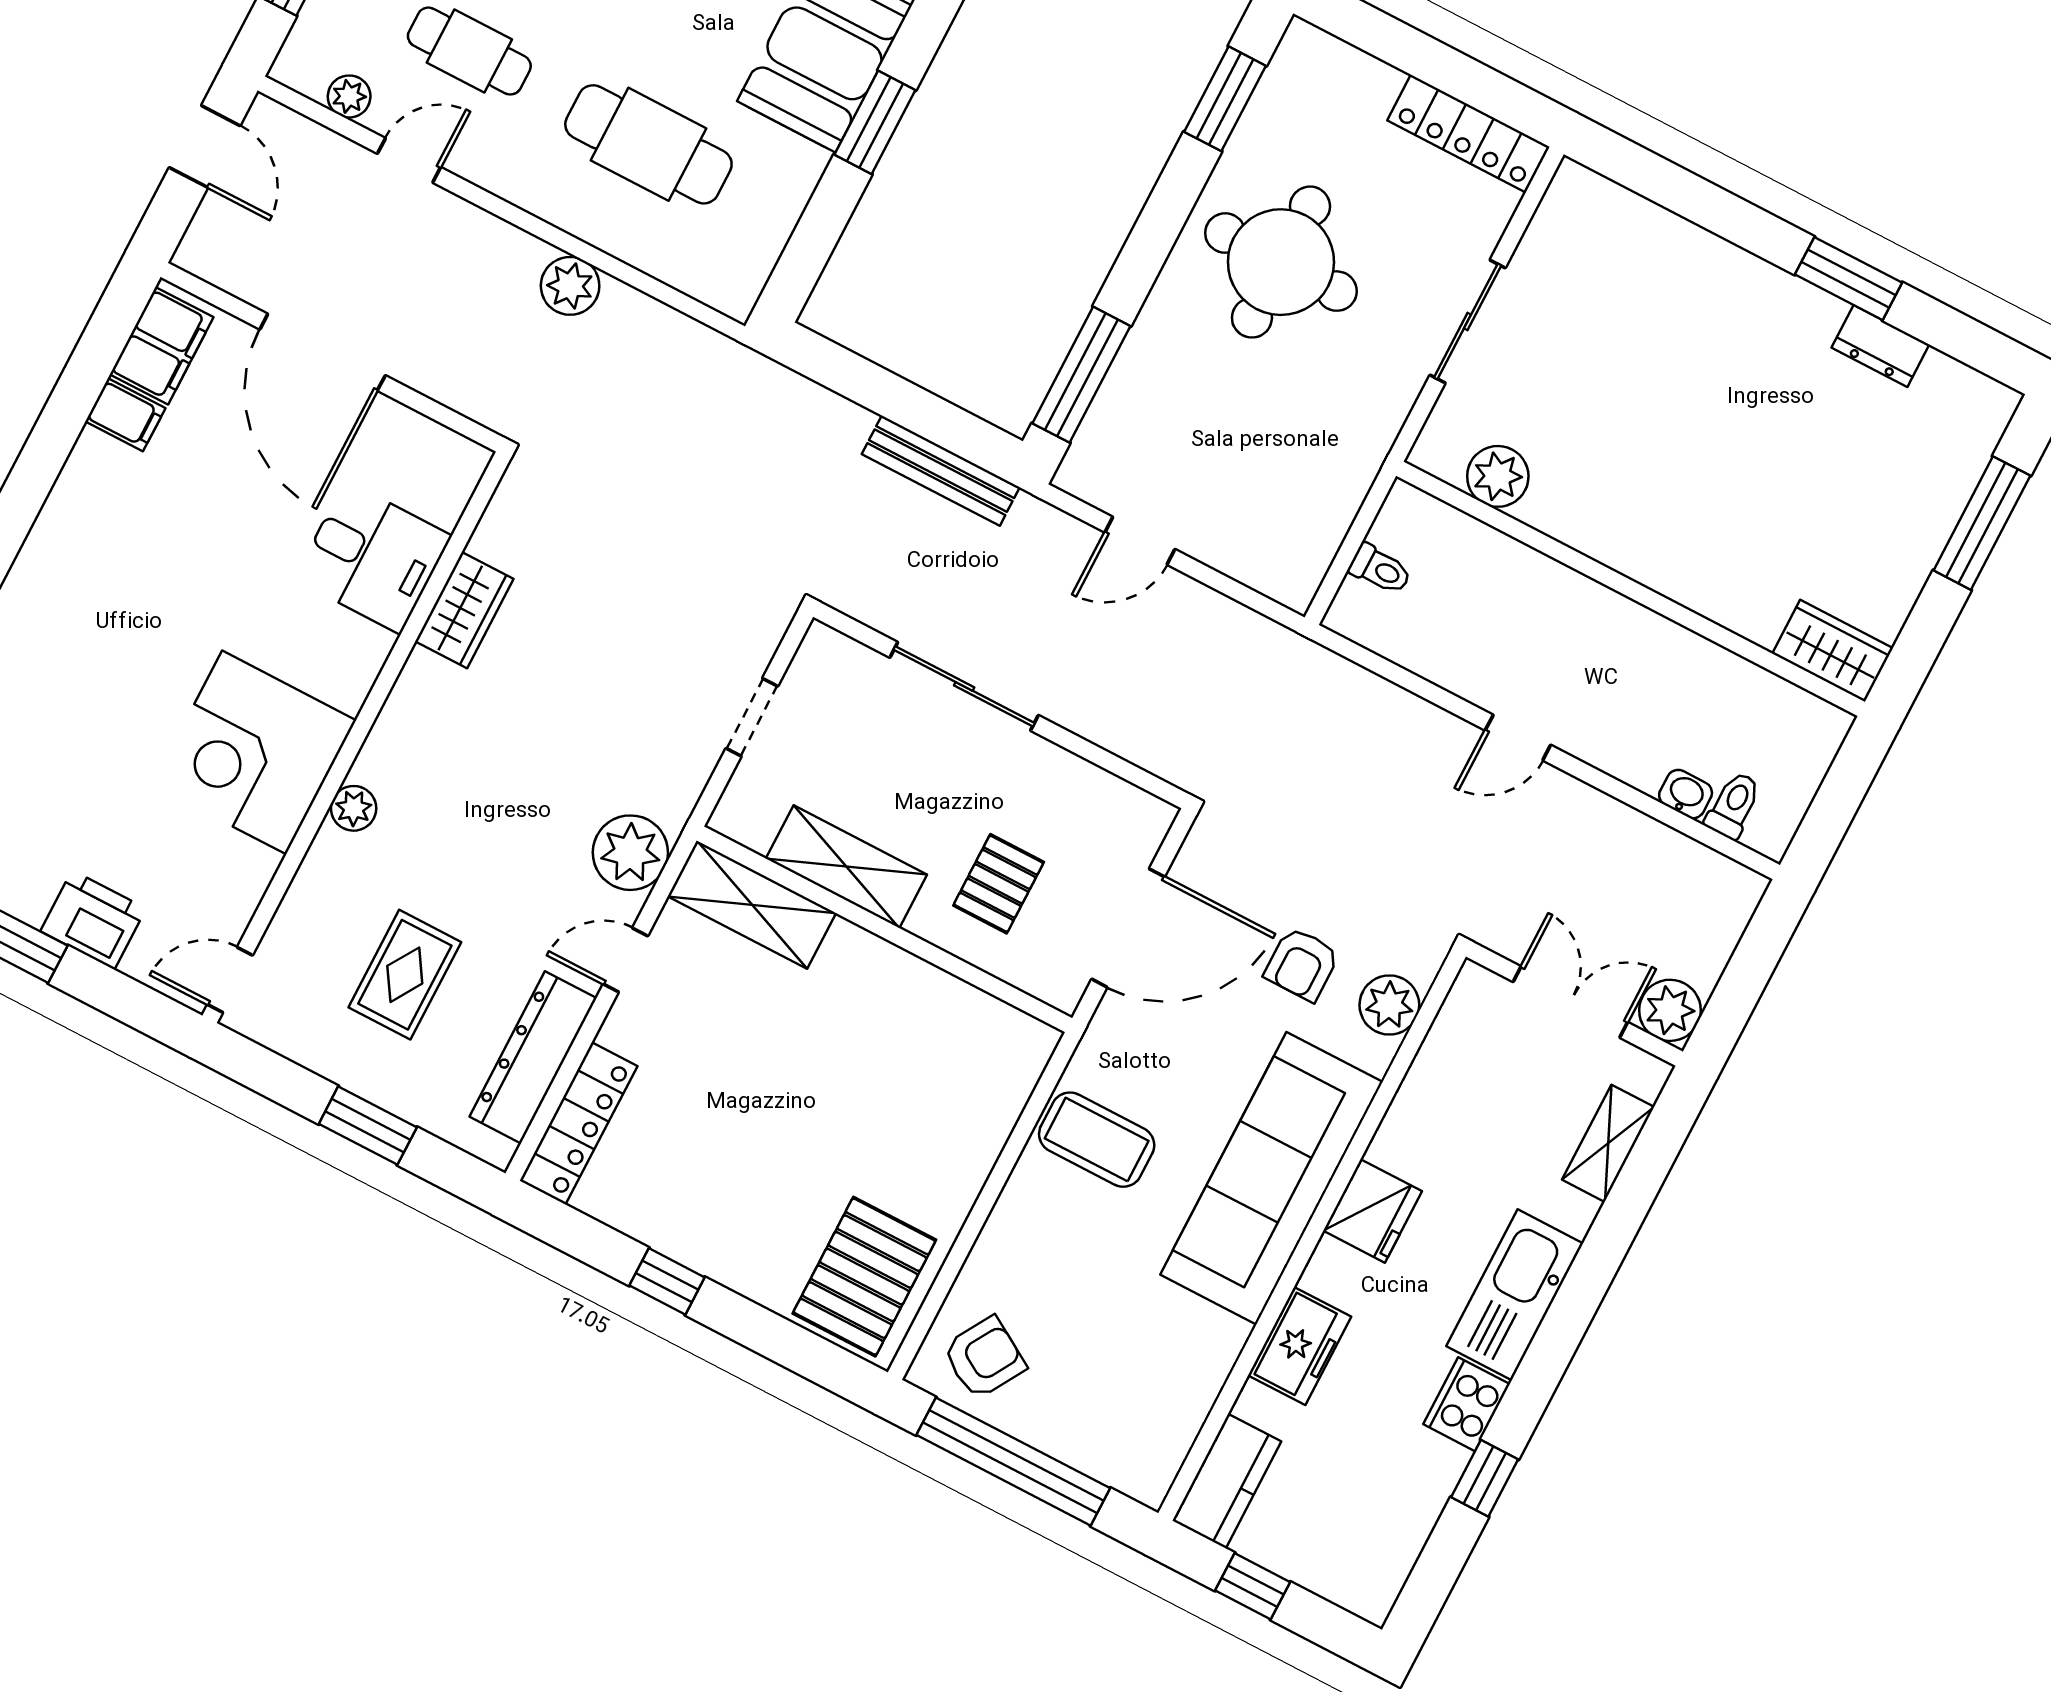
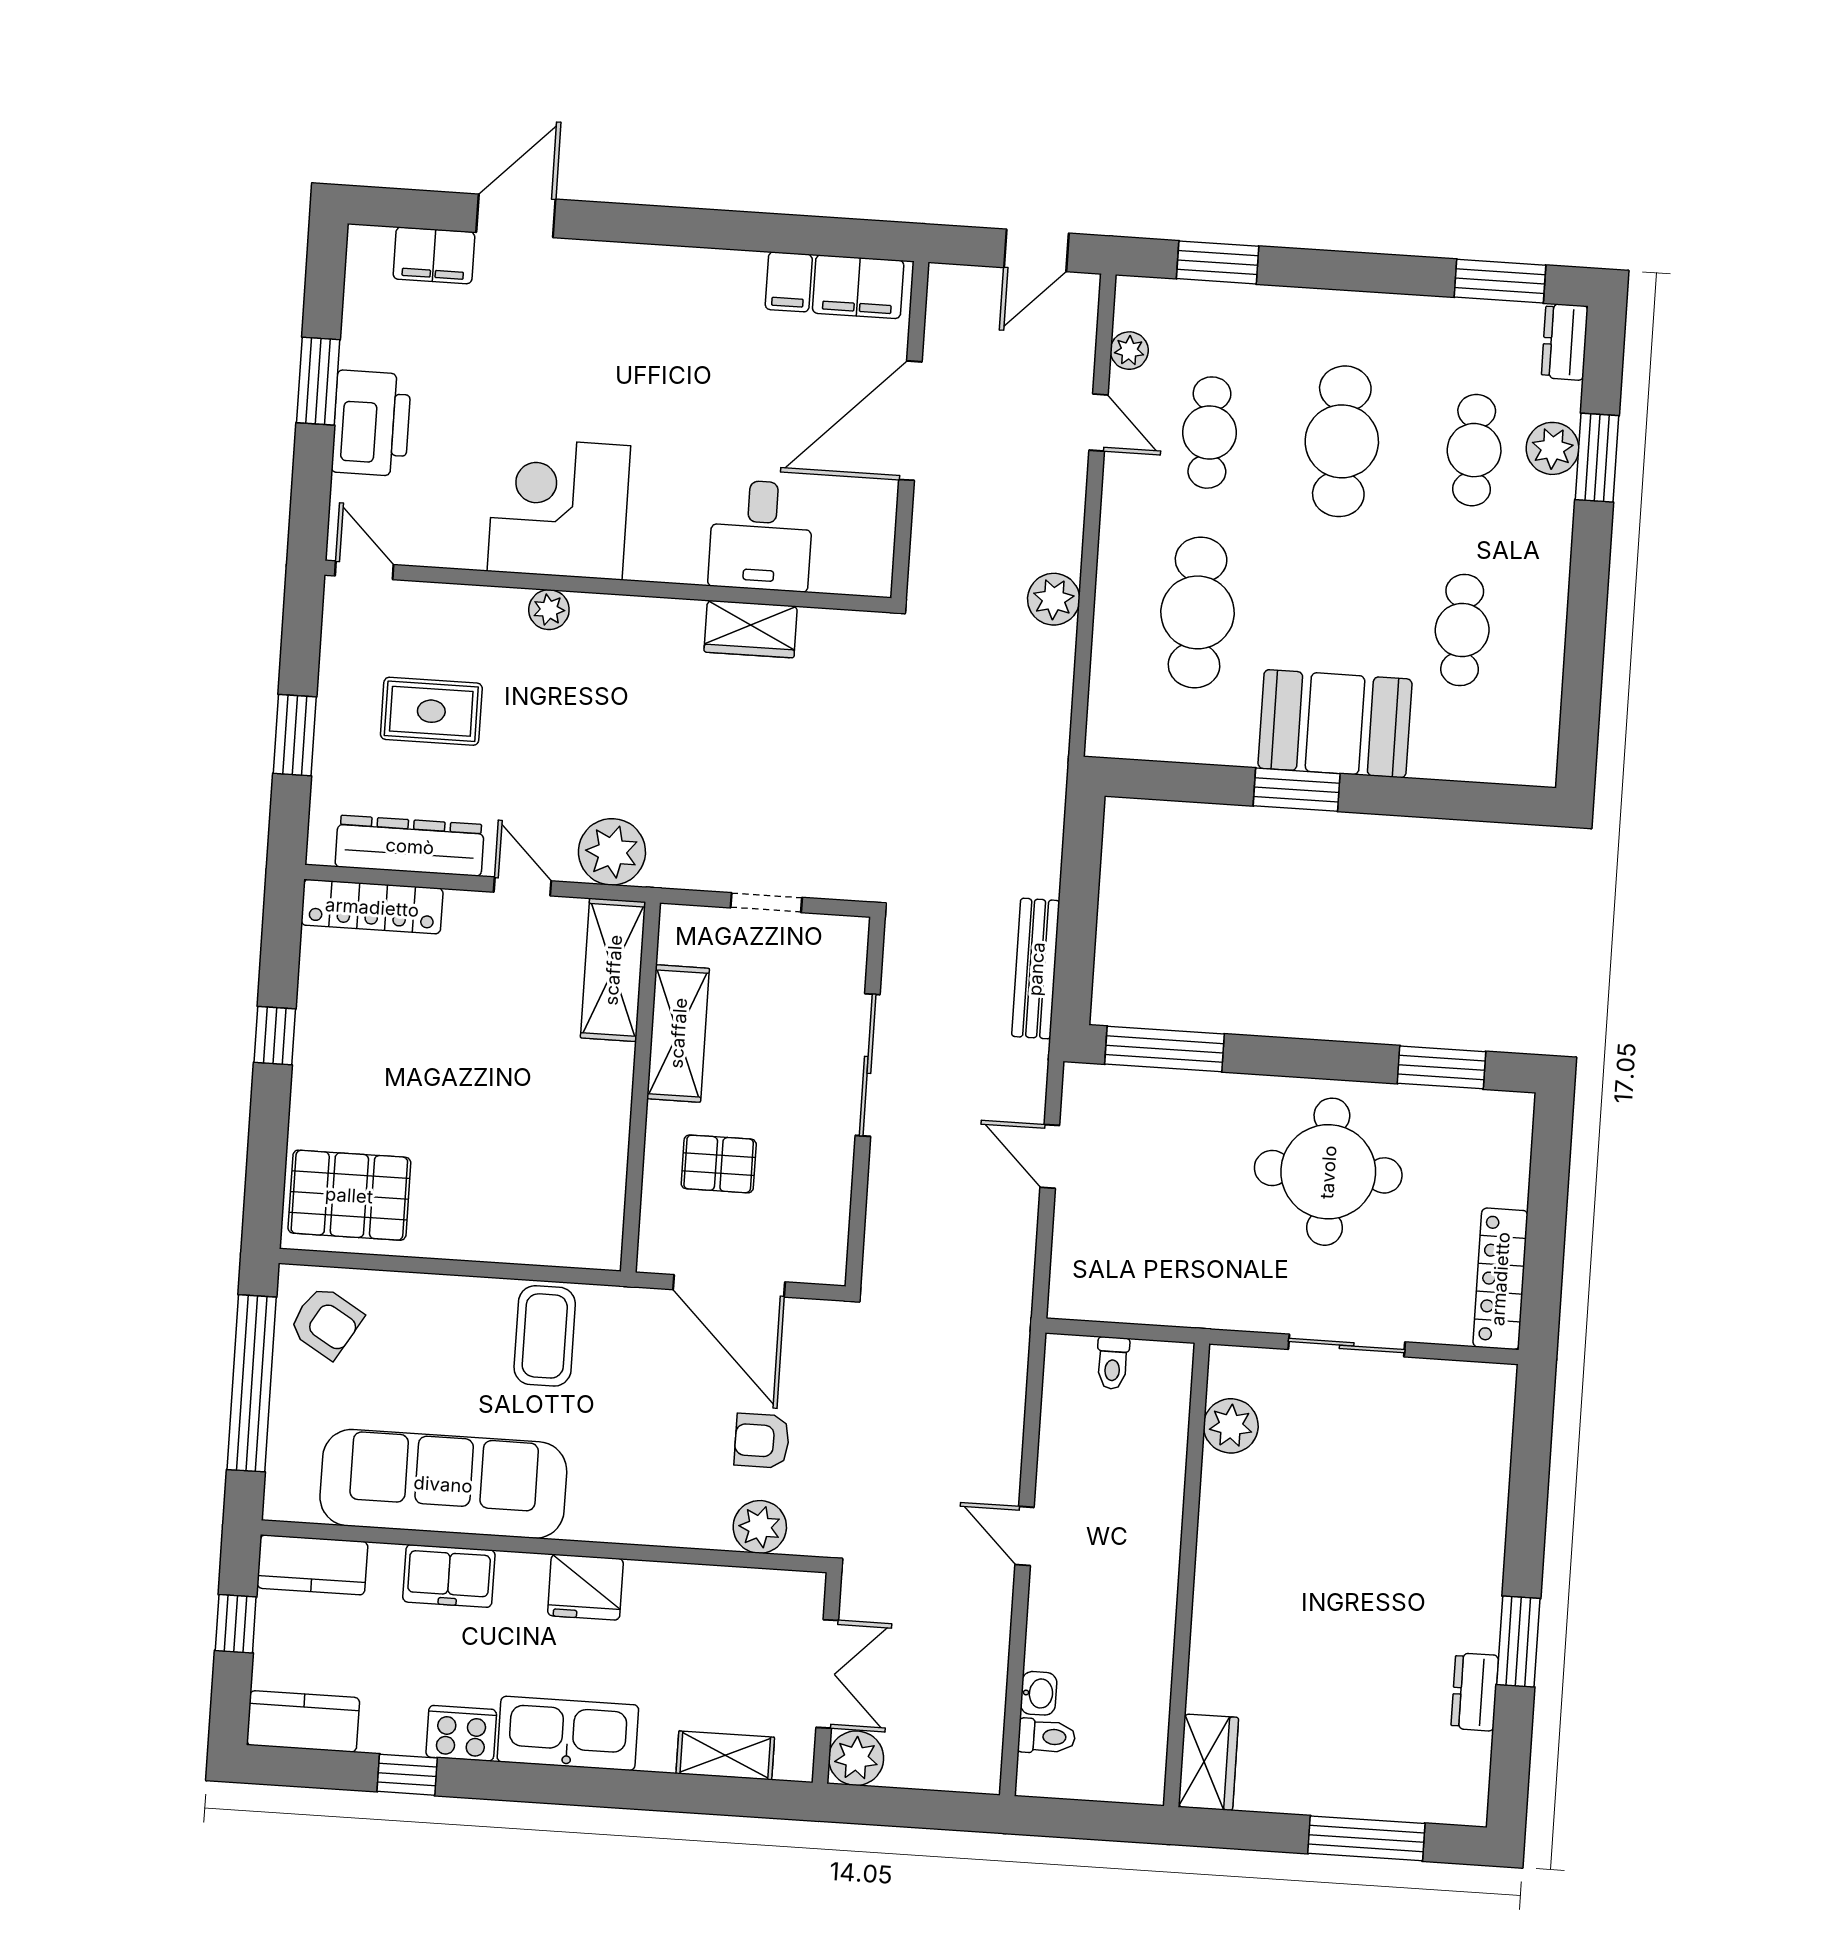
printer: (93, 920) -> (371, 423), width x1.37, depth x1.19
sofa: (1271, 1178) -> (443, 1484), moved
kitchen counter: (1383, 1561) -> (303, 1721), added

